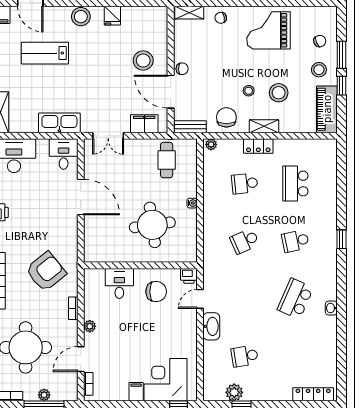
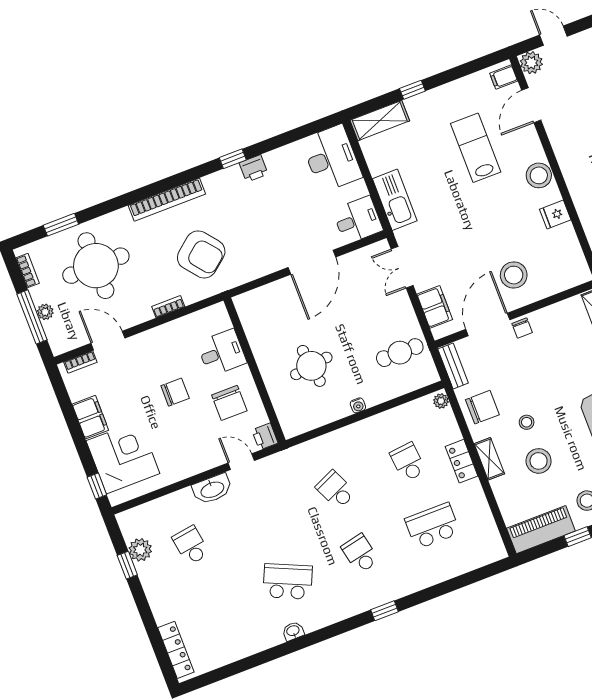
round table: (152, 225) -> (311, 366), width x0.73, depth x0.73
plant: (90, 326) -> (154, 336), removed
chair: (134, 326) -> (175, 392), added
filing cabinet: (136, 392) -> (90, 417), width x2.00

